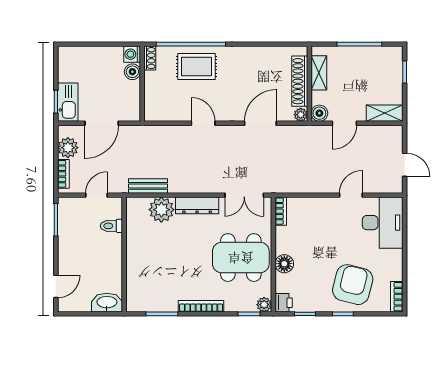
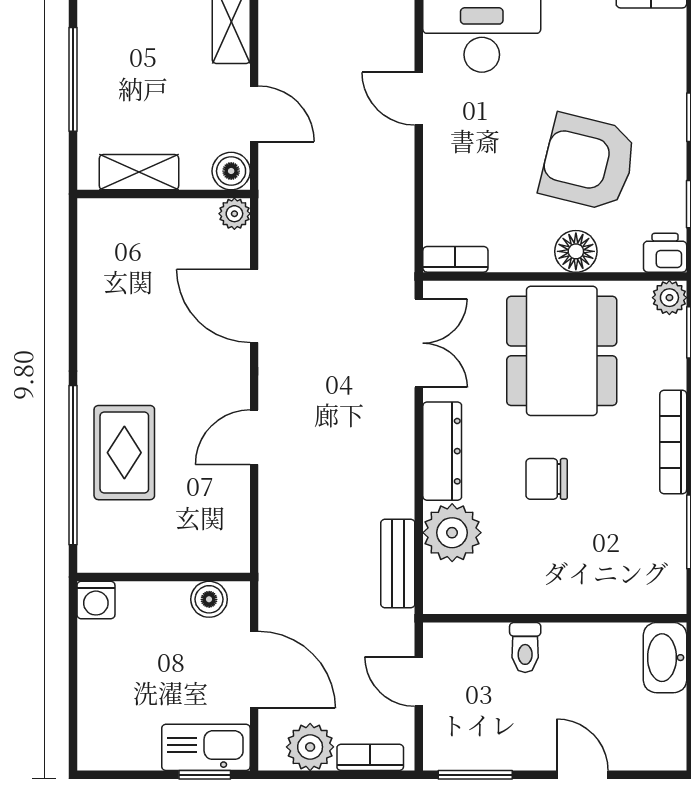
shoe rack: (150, 58) -> (105, 559), removed
boiler: (132, 72) -> (209, 599), moved
shoe rack: (300, 81) -> (158, 216), removed
toilet: (111, 226) -> (525, 647), moved
chair: (185, 251) -> (547, 479), added
armchair: (353, 285) -> (588, 162), moved
door: (56, 286) -> (582, 775), moved

